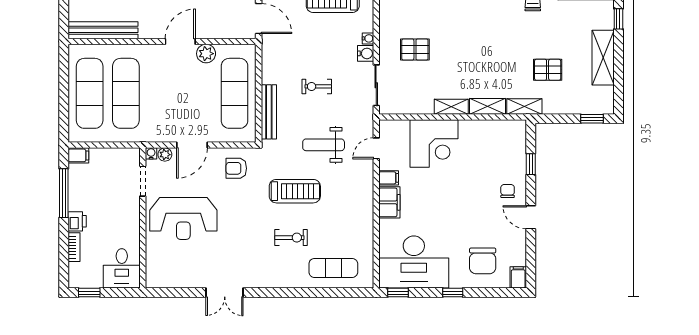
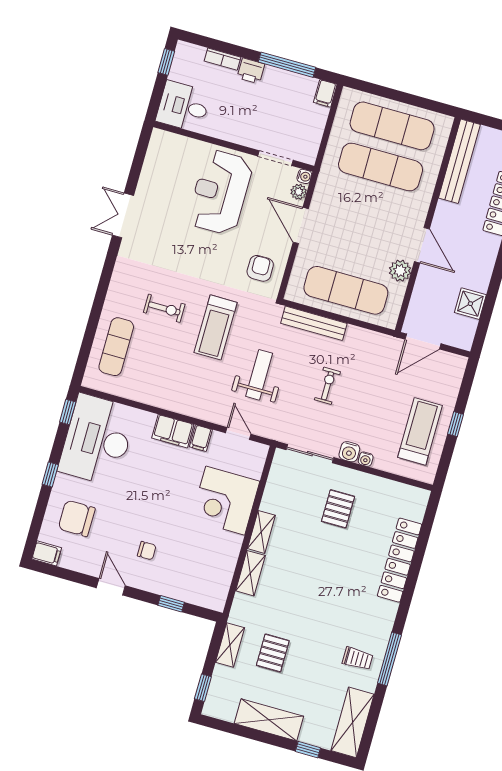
shelving: (524, 107) -> (230, 645), moved
chair: (508, 191) -> (147, 551), moved
door: (531, 217) -> (111, 587), hinge flipped
exercise bike: (291, 238) -> (164, 308), turned -90

